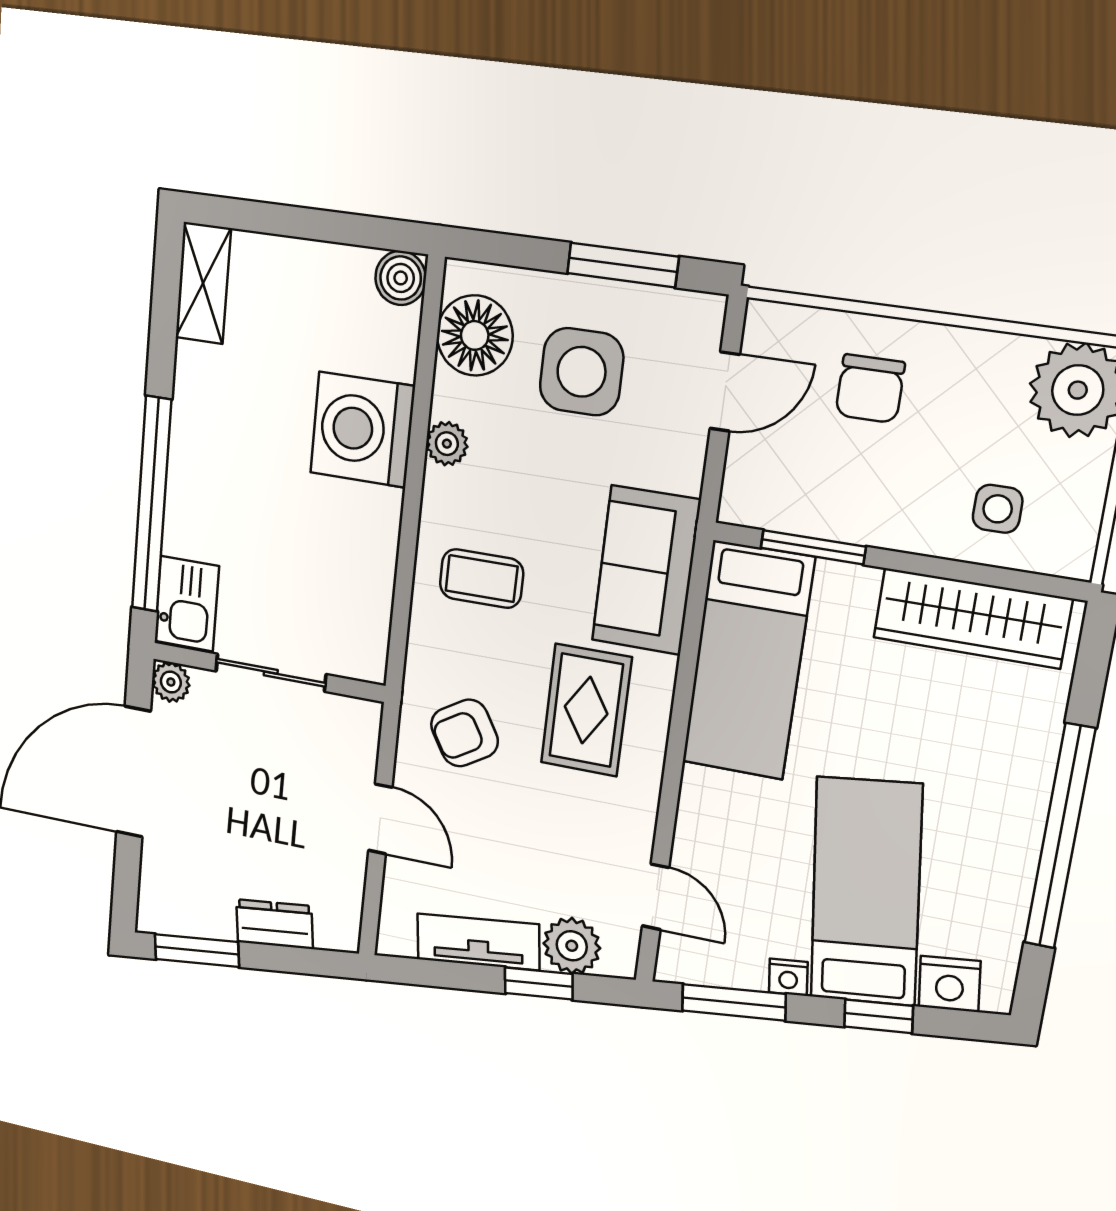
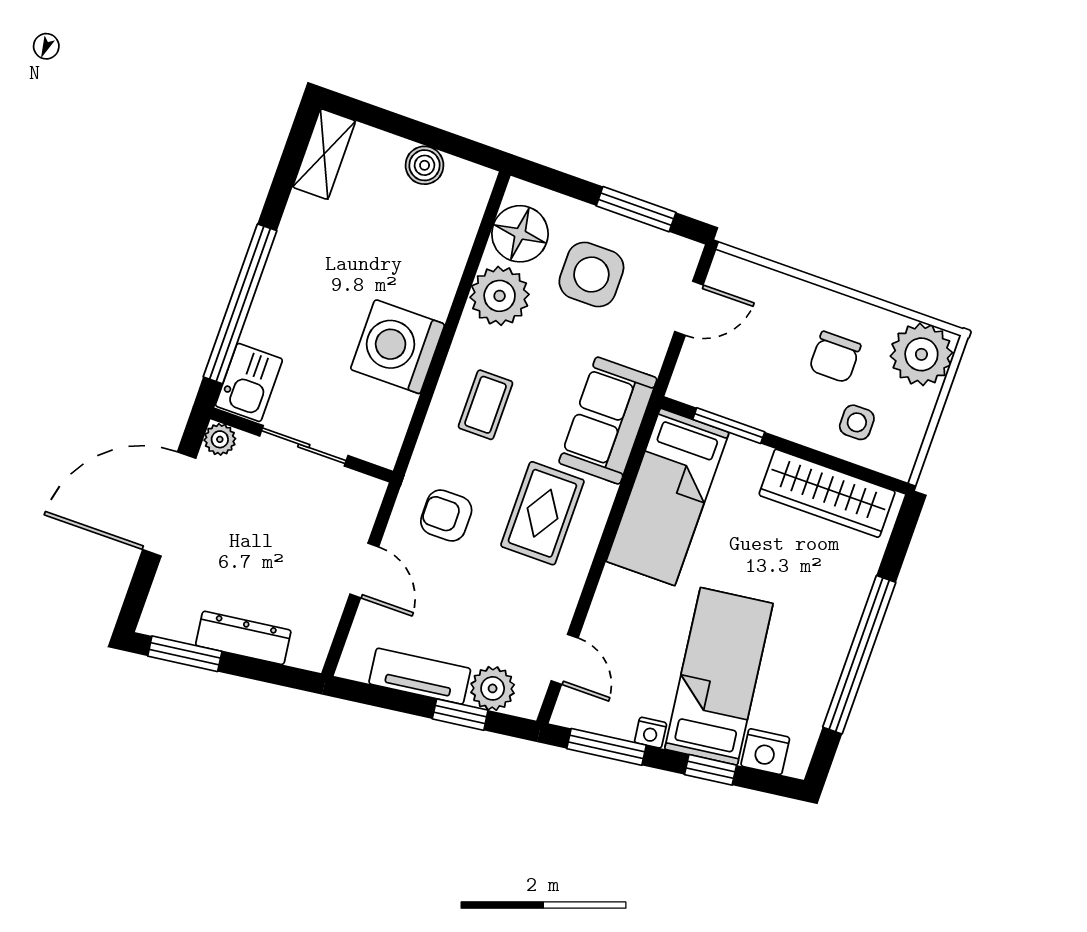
boiler: (401, 278) -> (425, 165), moved
chair: (870, 389) -> (835, 357), moved
washing machine: (362, 430) -> (398, 347), moved
plant: (447, 444) -> (500, 296), width x1.88, depth x1.88
coffee table: (482, 579) -> (486, 405), turned 90
armchair: (464, 733) -> (446, 515), turned 31
dresser: (275, 924) -> (243, 638), width x1.44

